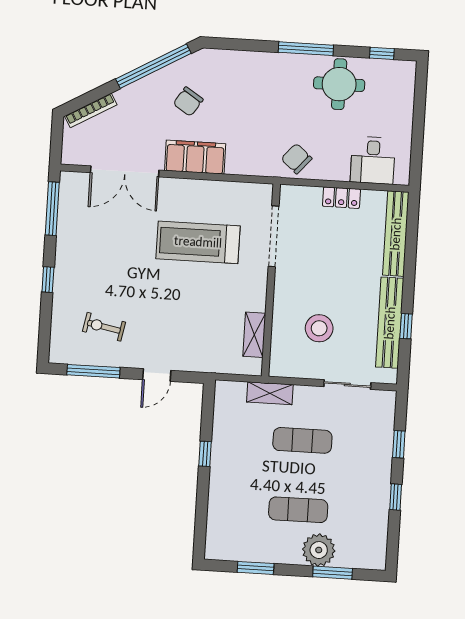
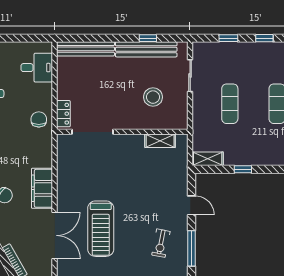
chair: (297, 159) -> (39, 119), turned 139
locker: (341, 198) -> (63, 114), moved
treadmill: (198, 242) -> (101, 229), moved
shelving: (270, 393) -> (208, 159), moved, turned 90

